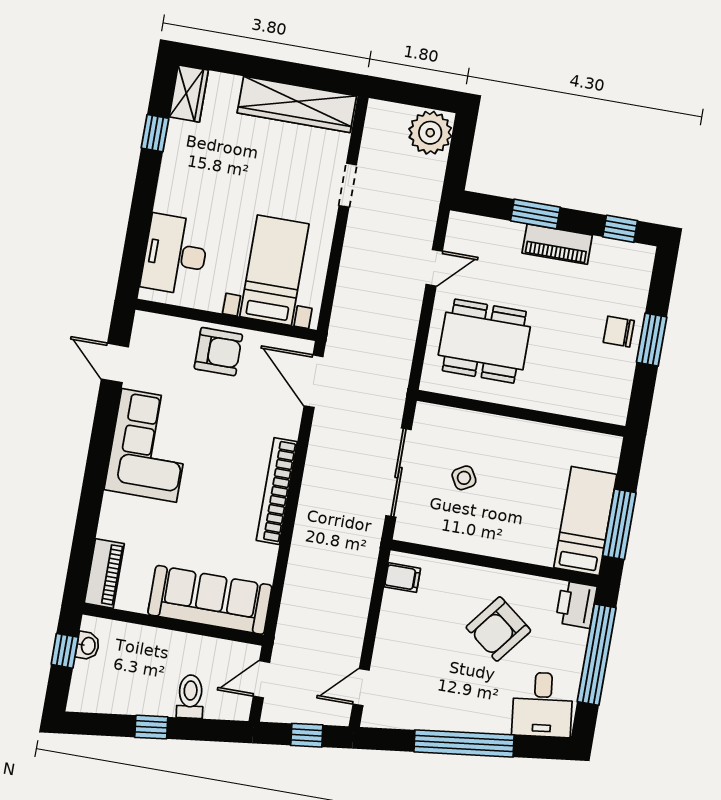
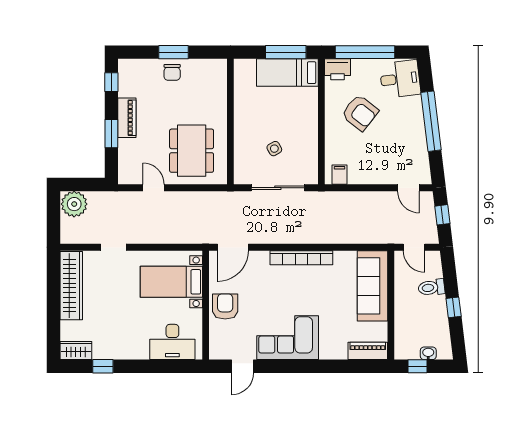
washbasin: (88, 646) -> (428, 353), moved

